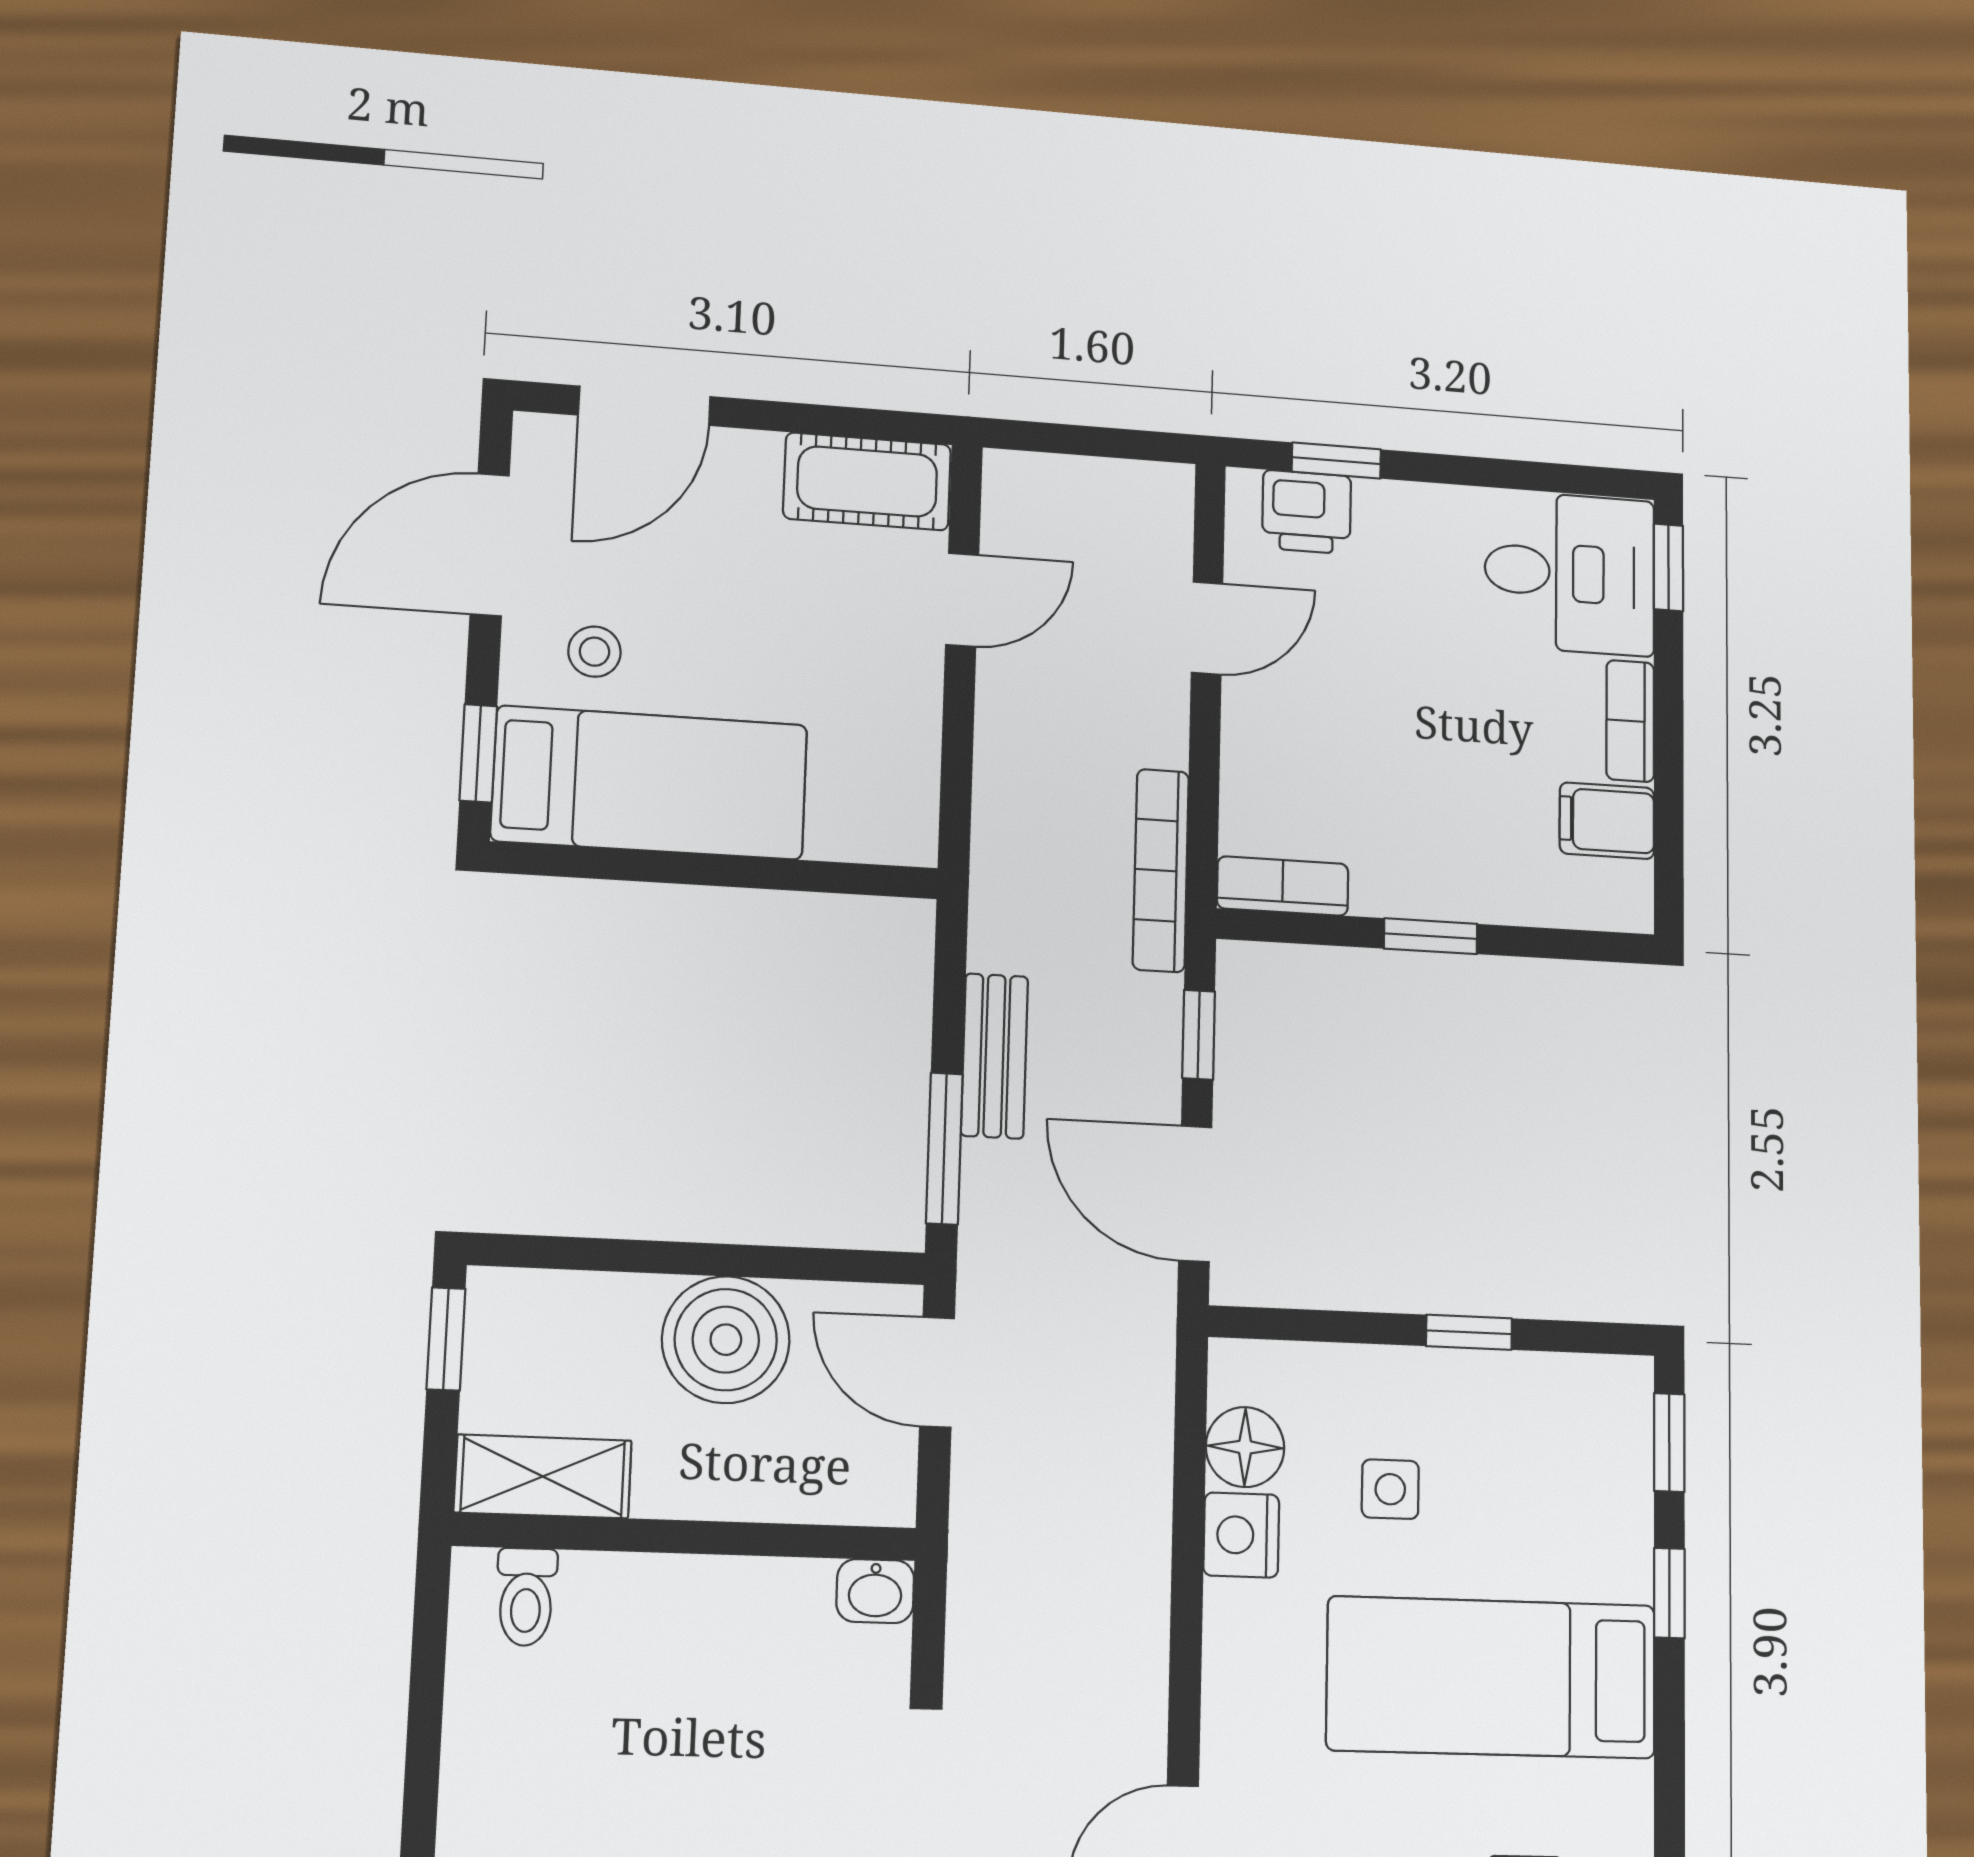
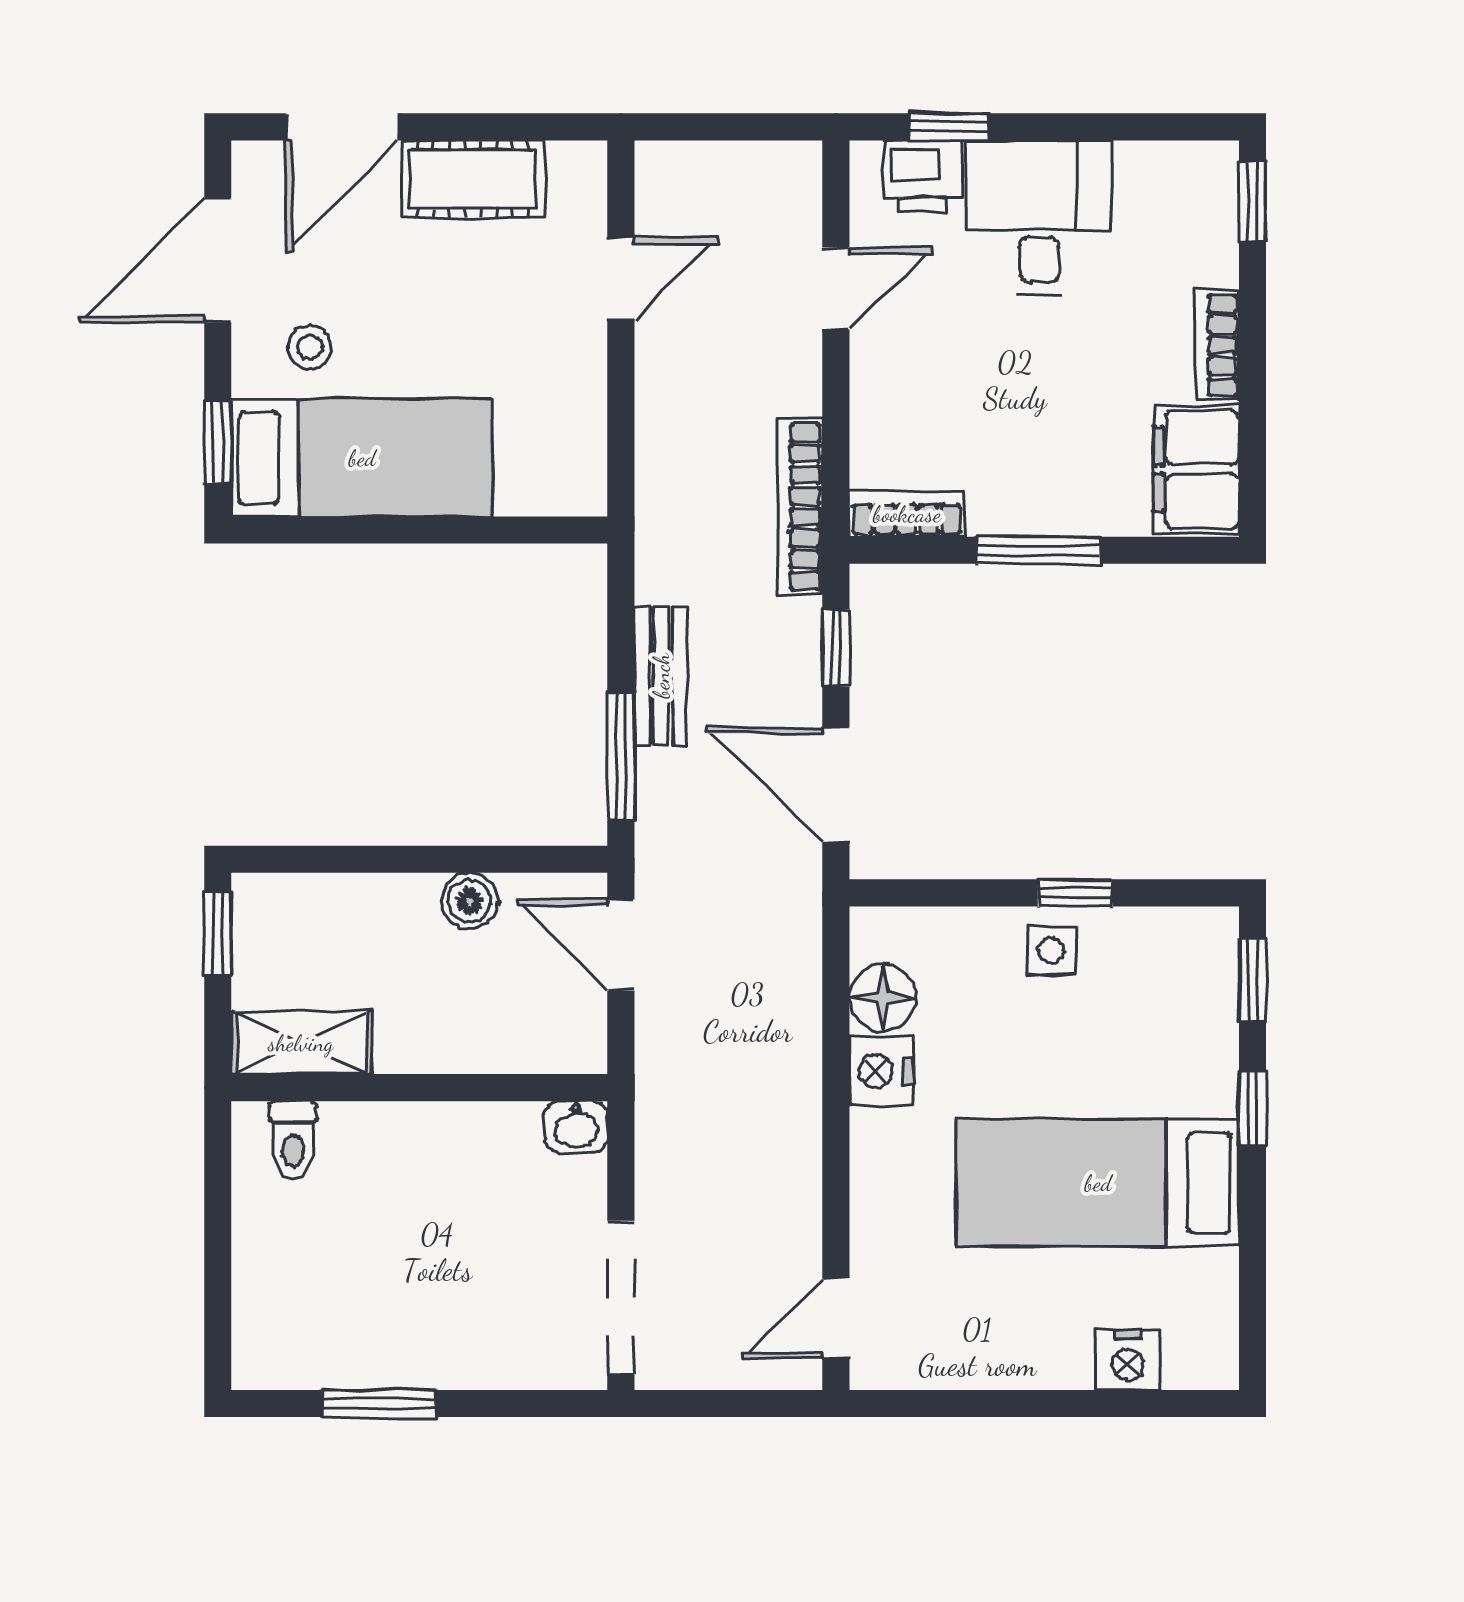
cot: (867, 481) -> (473, 179), moved
desk: (1570, 573) -> (1039, 218), moved, turned -90
filing cabinet: (1607, 821) -> (1196, 469), width x2.00
window: (1431, 936) -> (1038, 550), width x1.50
boiler: (726, 1340) -> (469, 901), width x0.54, depth x0.54
side table: (1390, 1489) -> (1051, 950), moved

